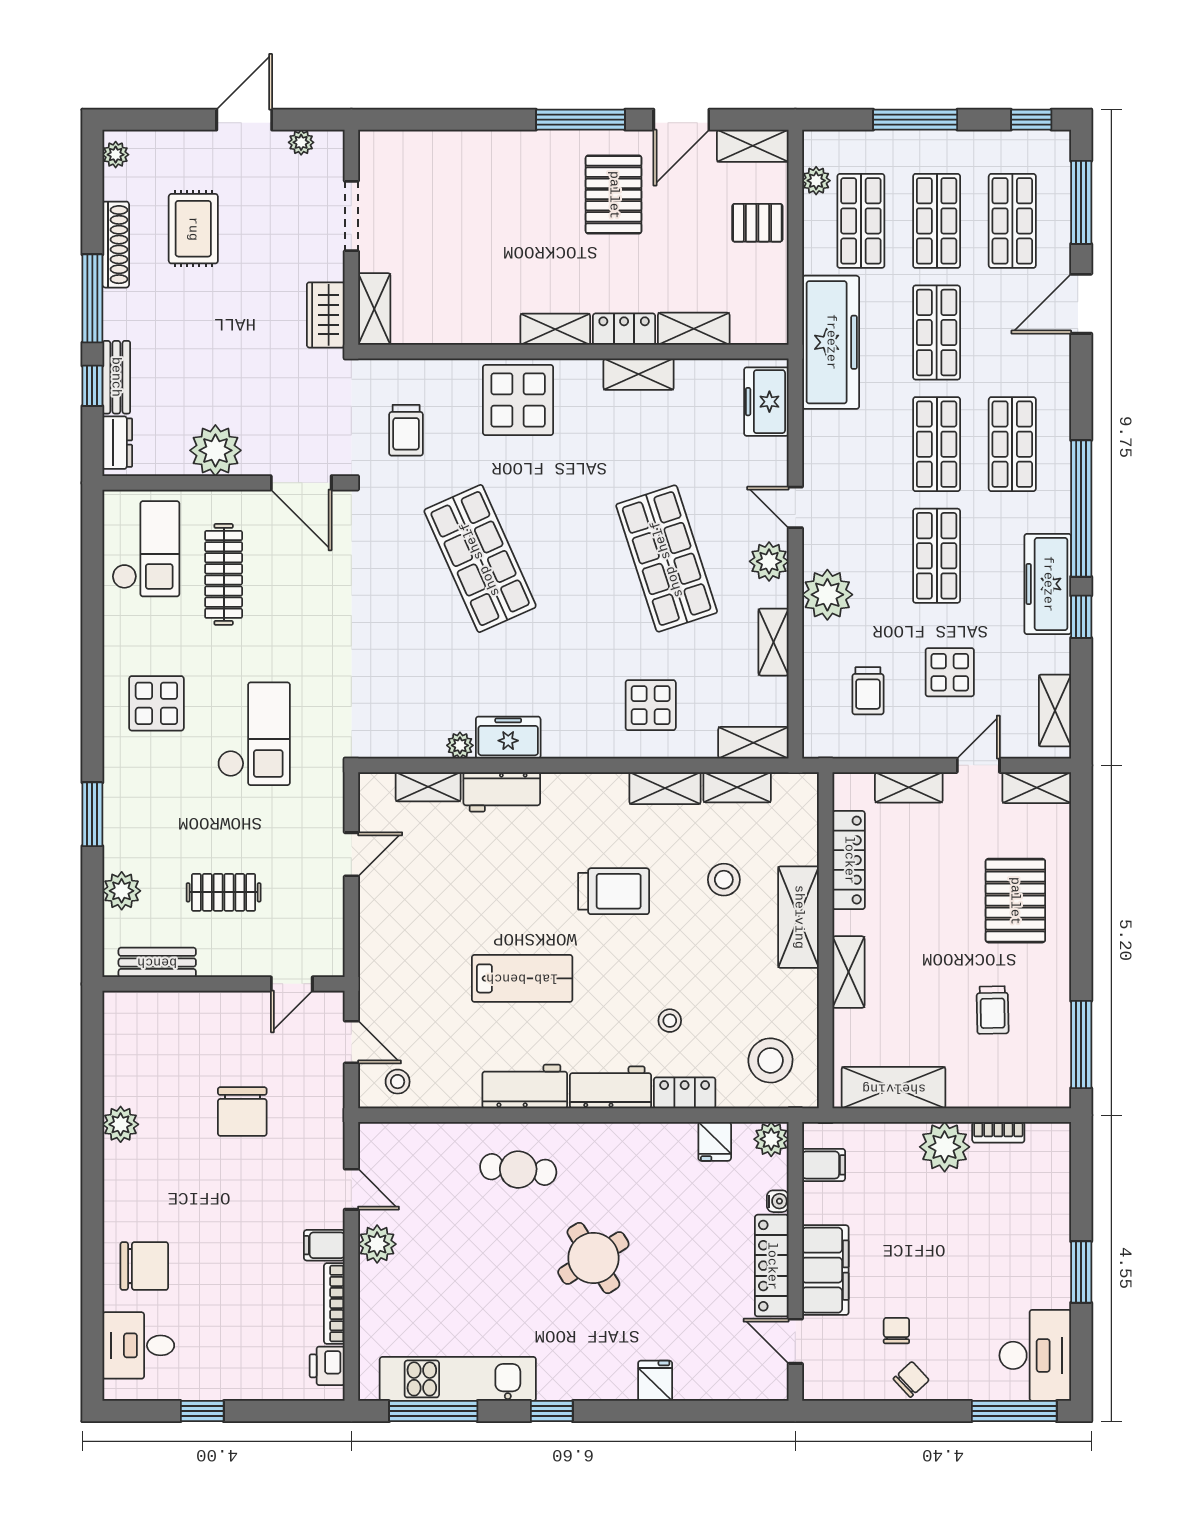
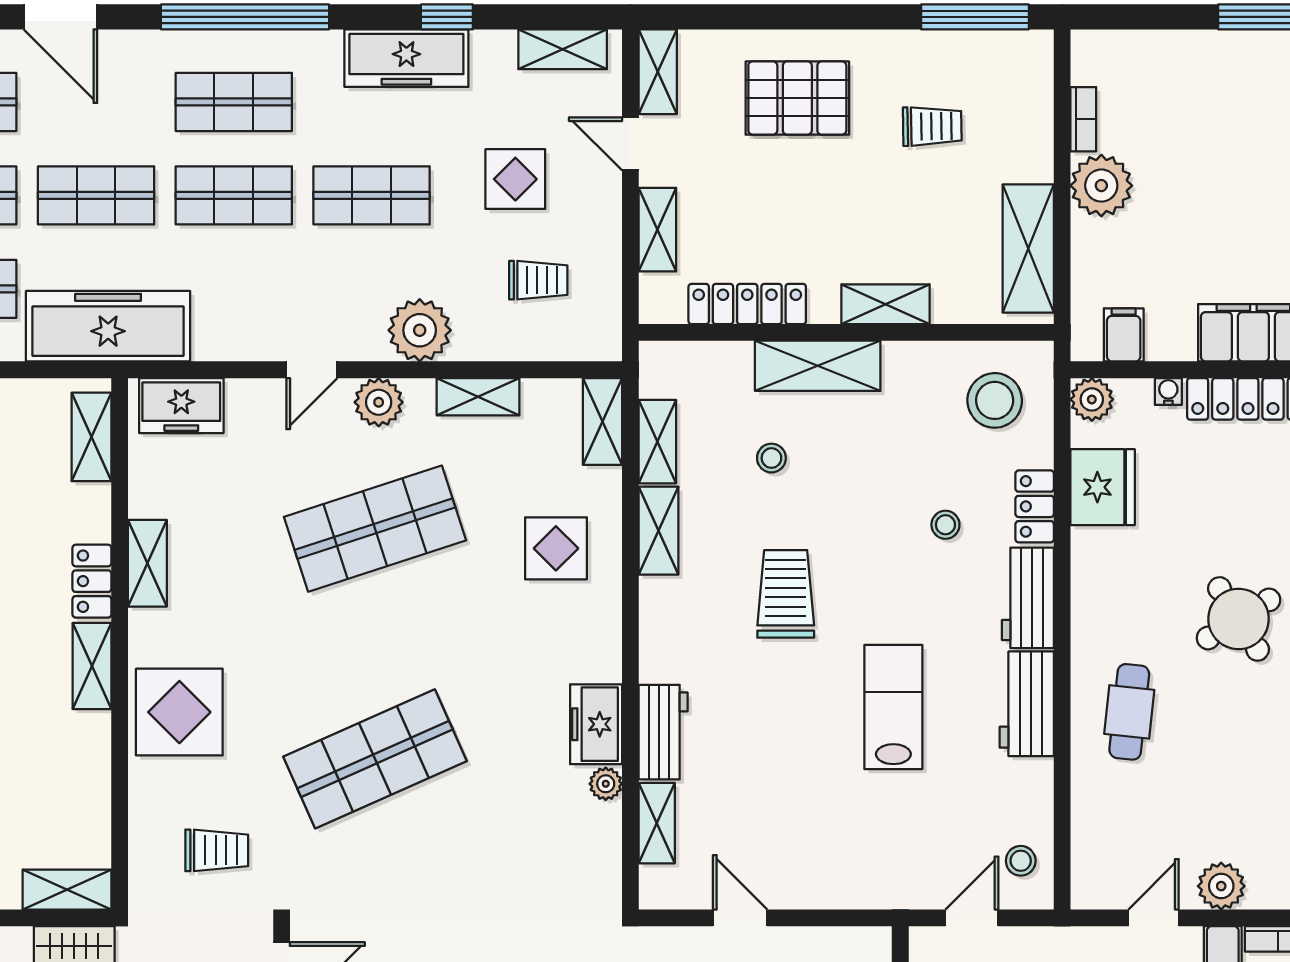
shelving: (694, 329) -> (91, 437), moved
window: (1081, 508) -> (245, 17), moved
stool: (724, 880) -> (771, 458), width x0.73, depth x0.73
fridge: (715, 1141) -> (1103, 487), width x1.88, depth x1.34

